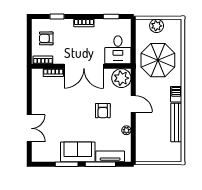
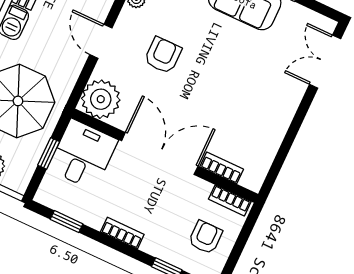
armchair: (46, 38) -> (205, 237), turned -90
window: (133, 43) -> (49, 153), added
double door: (29, 128) -> (325, 62), moved

